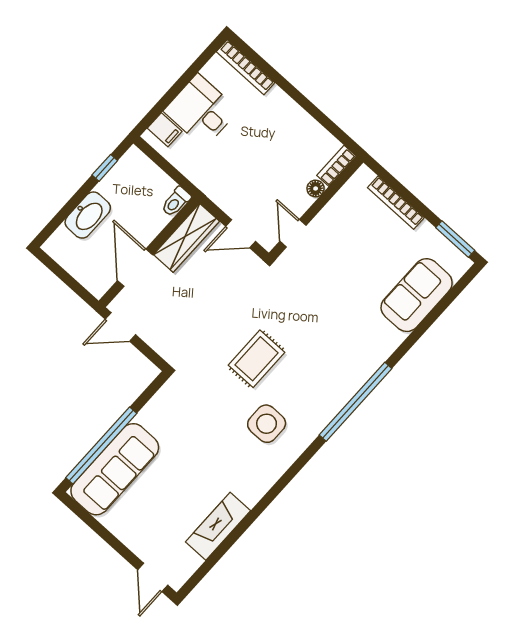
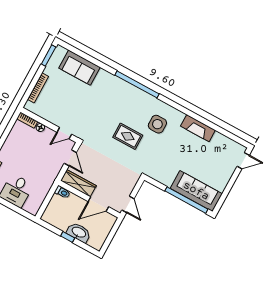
filing cabinet: (165, 130) -> (30, 206), removed
window: (105, 168) -> (68, 237), moved
fireplace: (218, 526) -> (198, 128), moved

